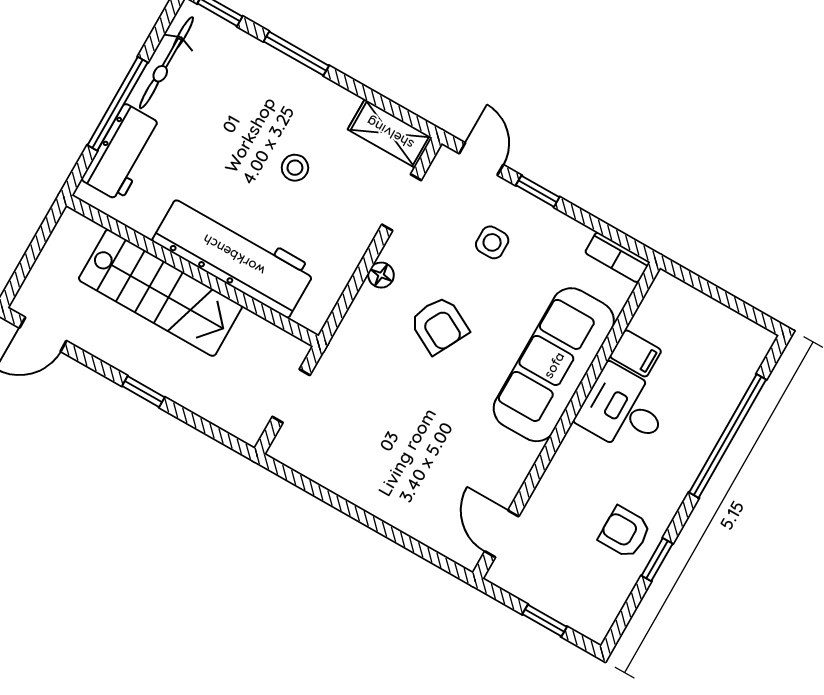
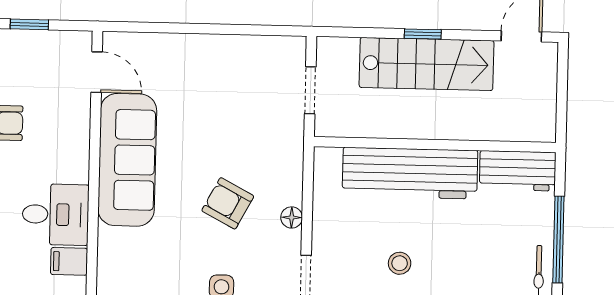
workbench: (123, 153) -> (518, 171), moved, turned -90
stairs: (160, 293) -> (427, 64), moved, turned 180
sofa: (554, 365) -> (127, 160), moved

